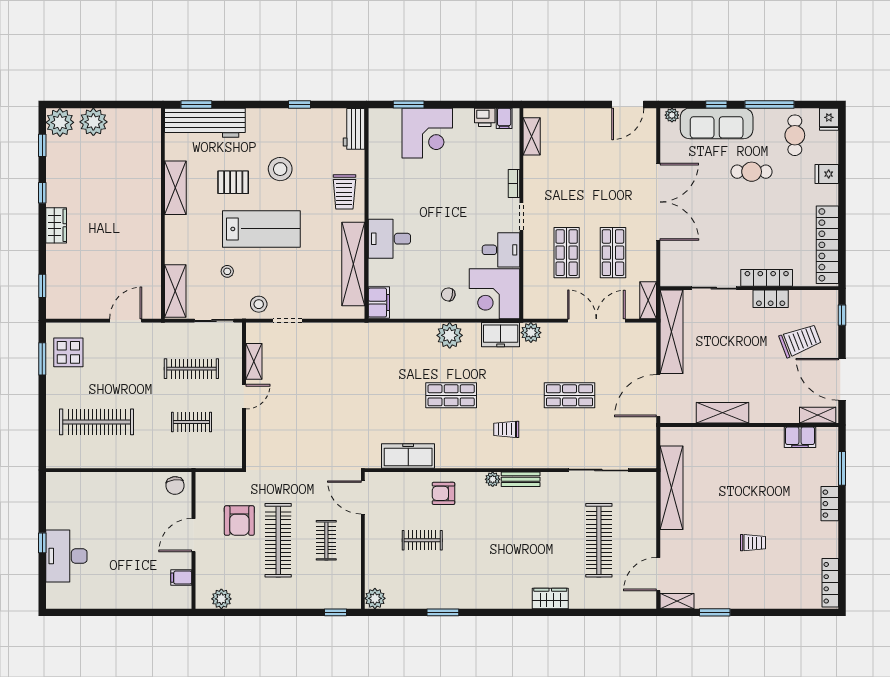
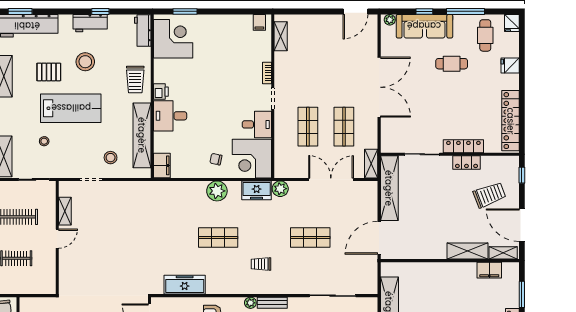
printer: (485, 117) -> (161, 92), moved, turned -90
workbench: (286, 119) -> (90, 23), added
corner desk: (427, 133) -> (173, 39), moved, turned -90
stool: (259, 304) -> (111, 158), moved
shelving: (723, 413) -> (468, 251), moved

